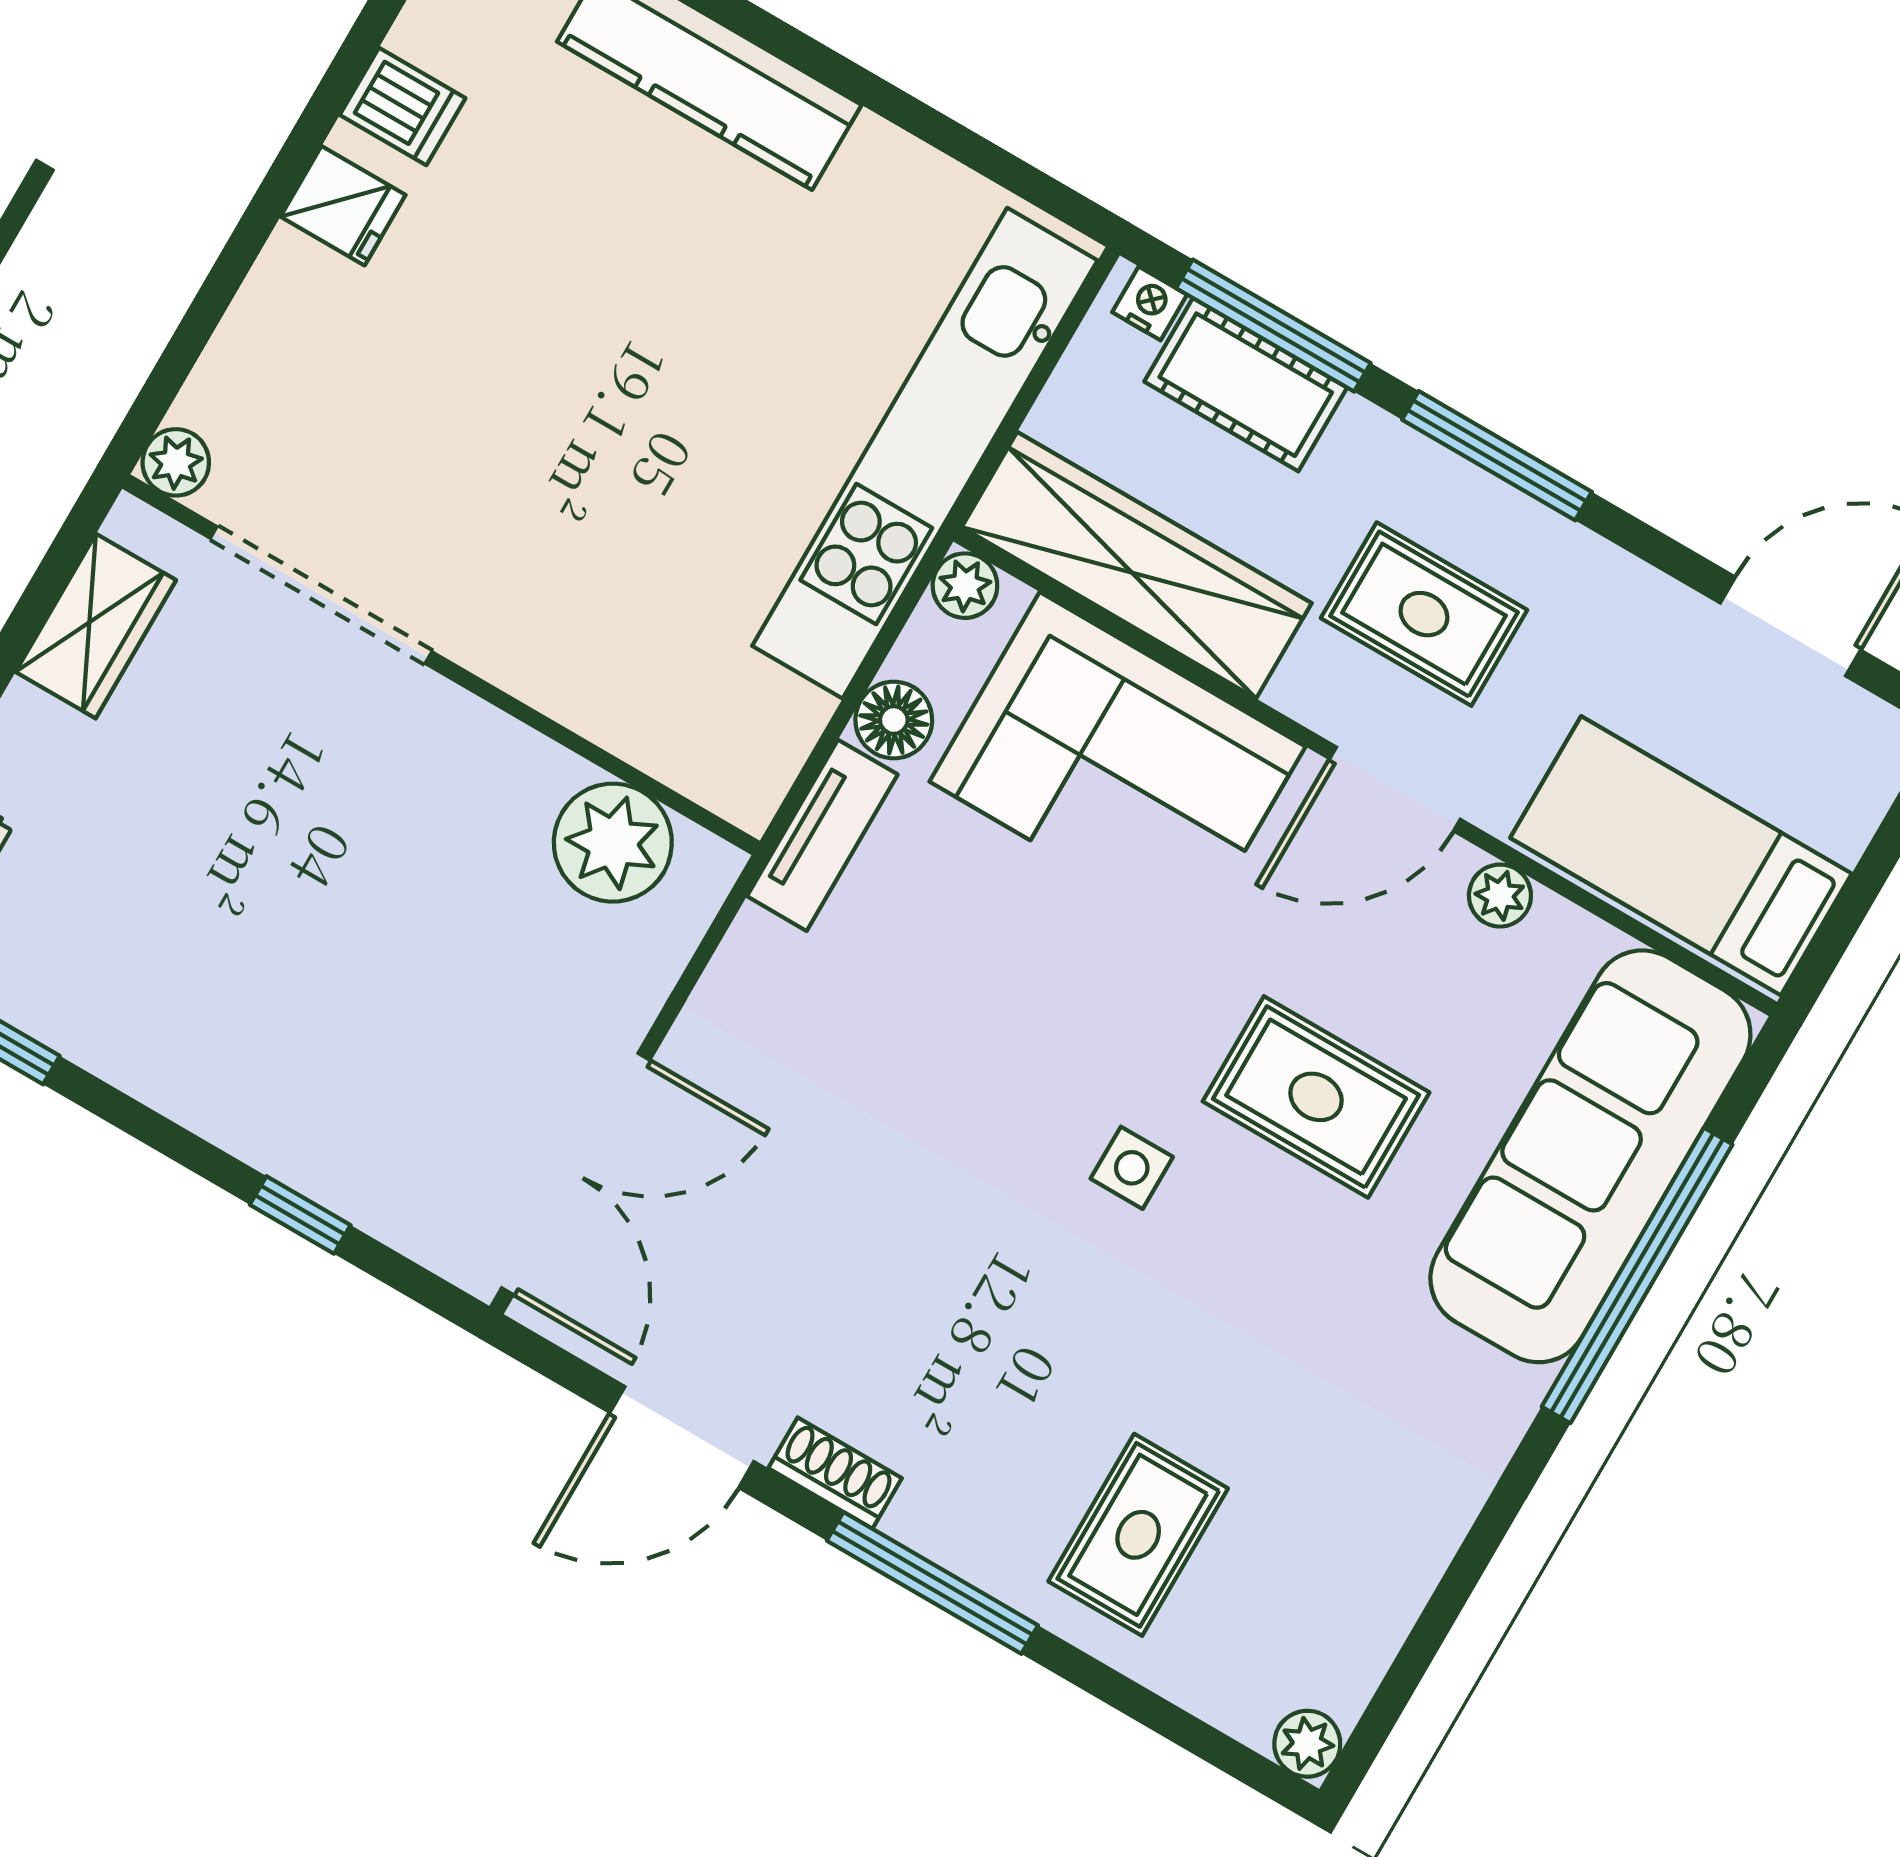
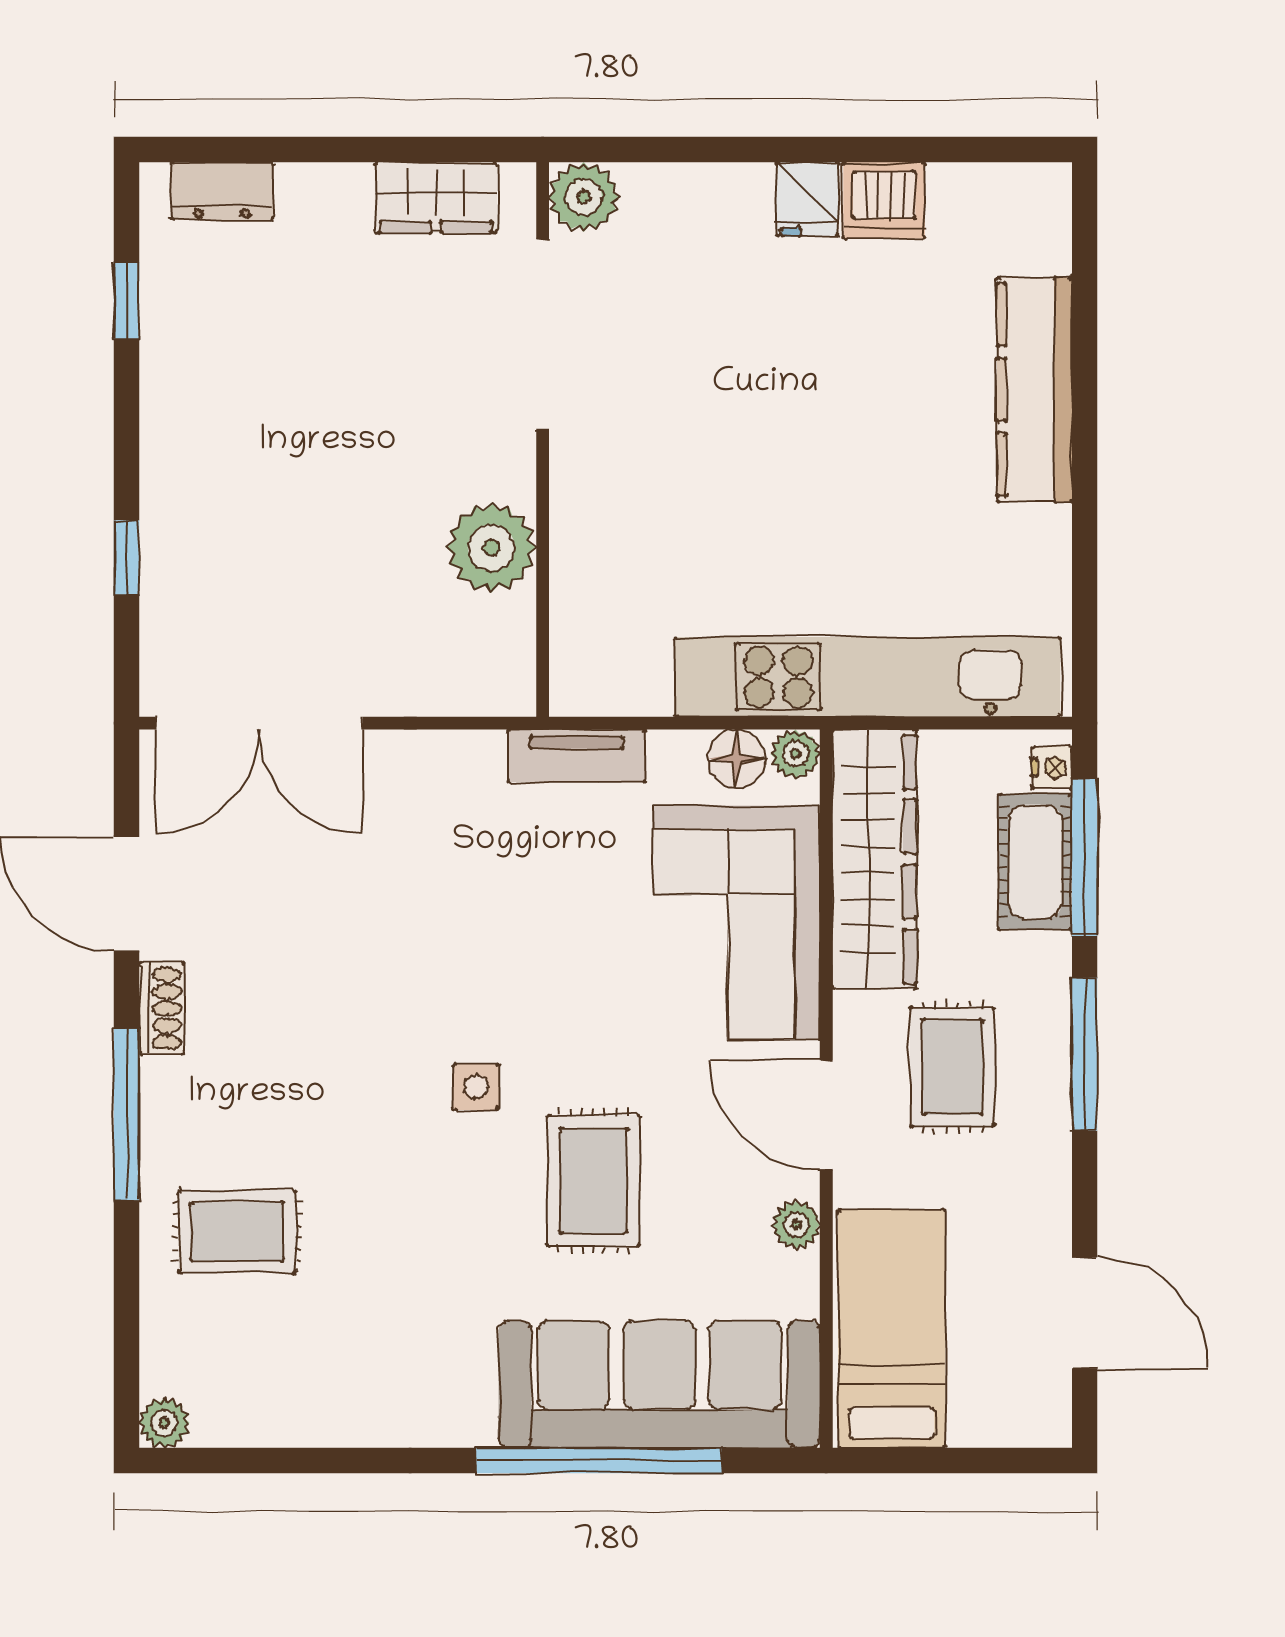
dishwasher: (403, 106) -> (884, 200), width x1.38
plant: (176, 462) -> (584, 197), width x1.38, depth x1.38
floor lamp: (894, 720) -> (736, 759), moved
plant: (613, 843) -> (491, 548), moved

